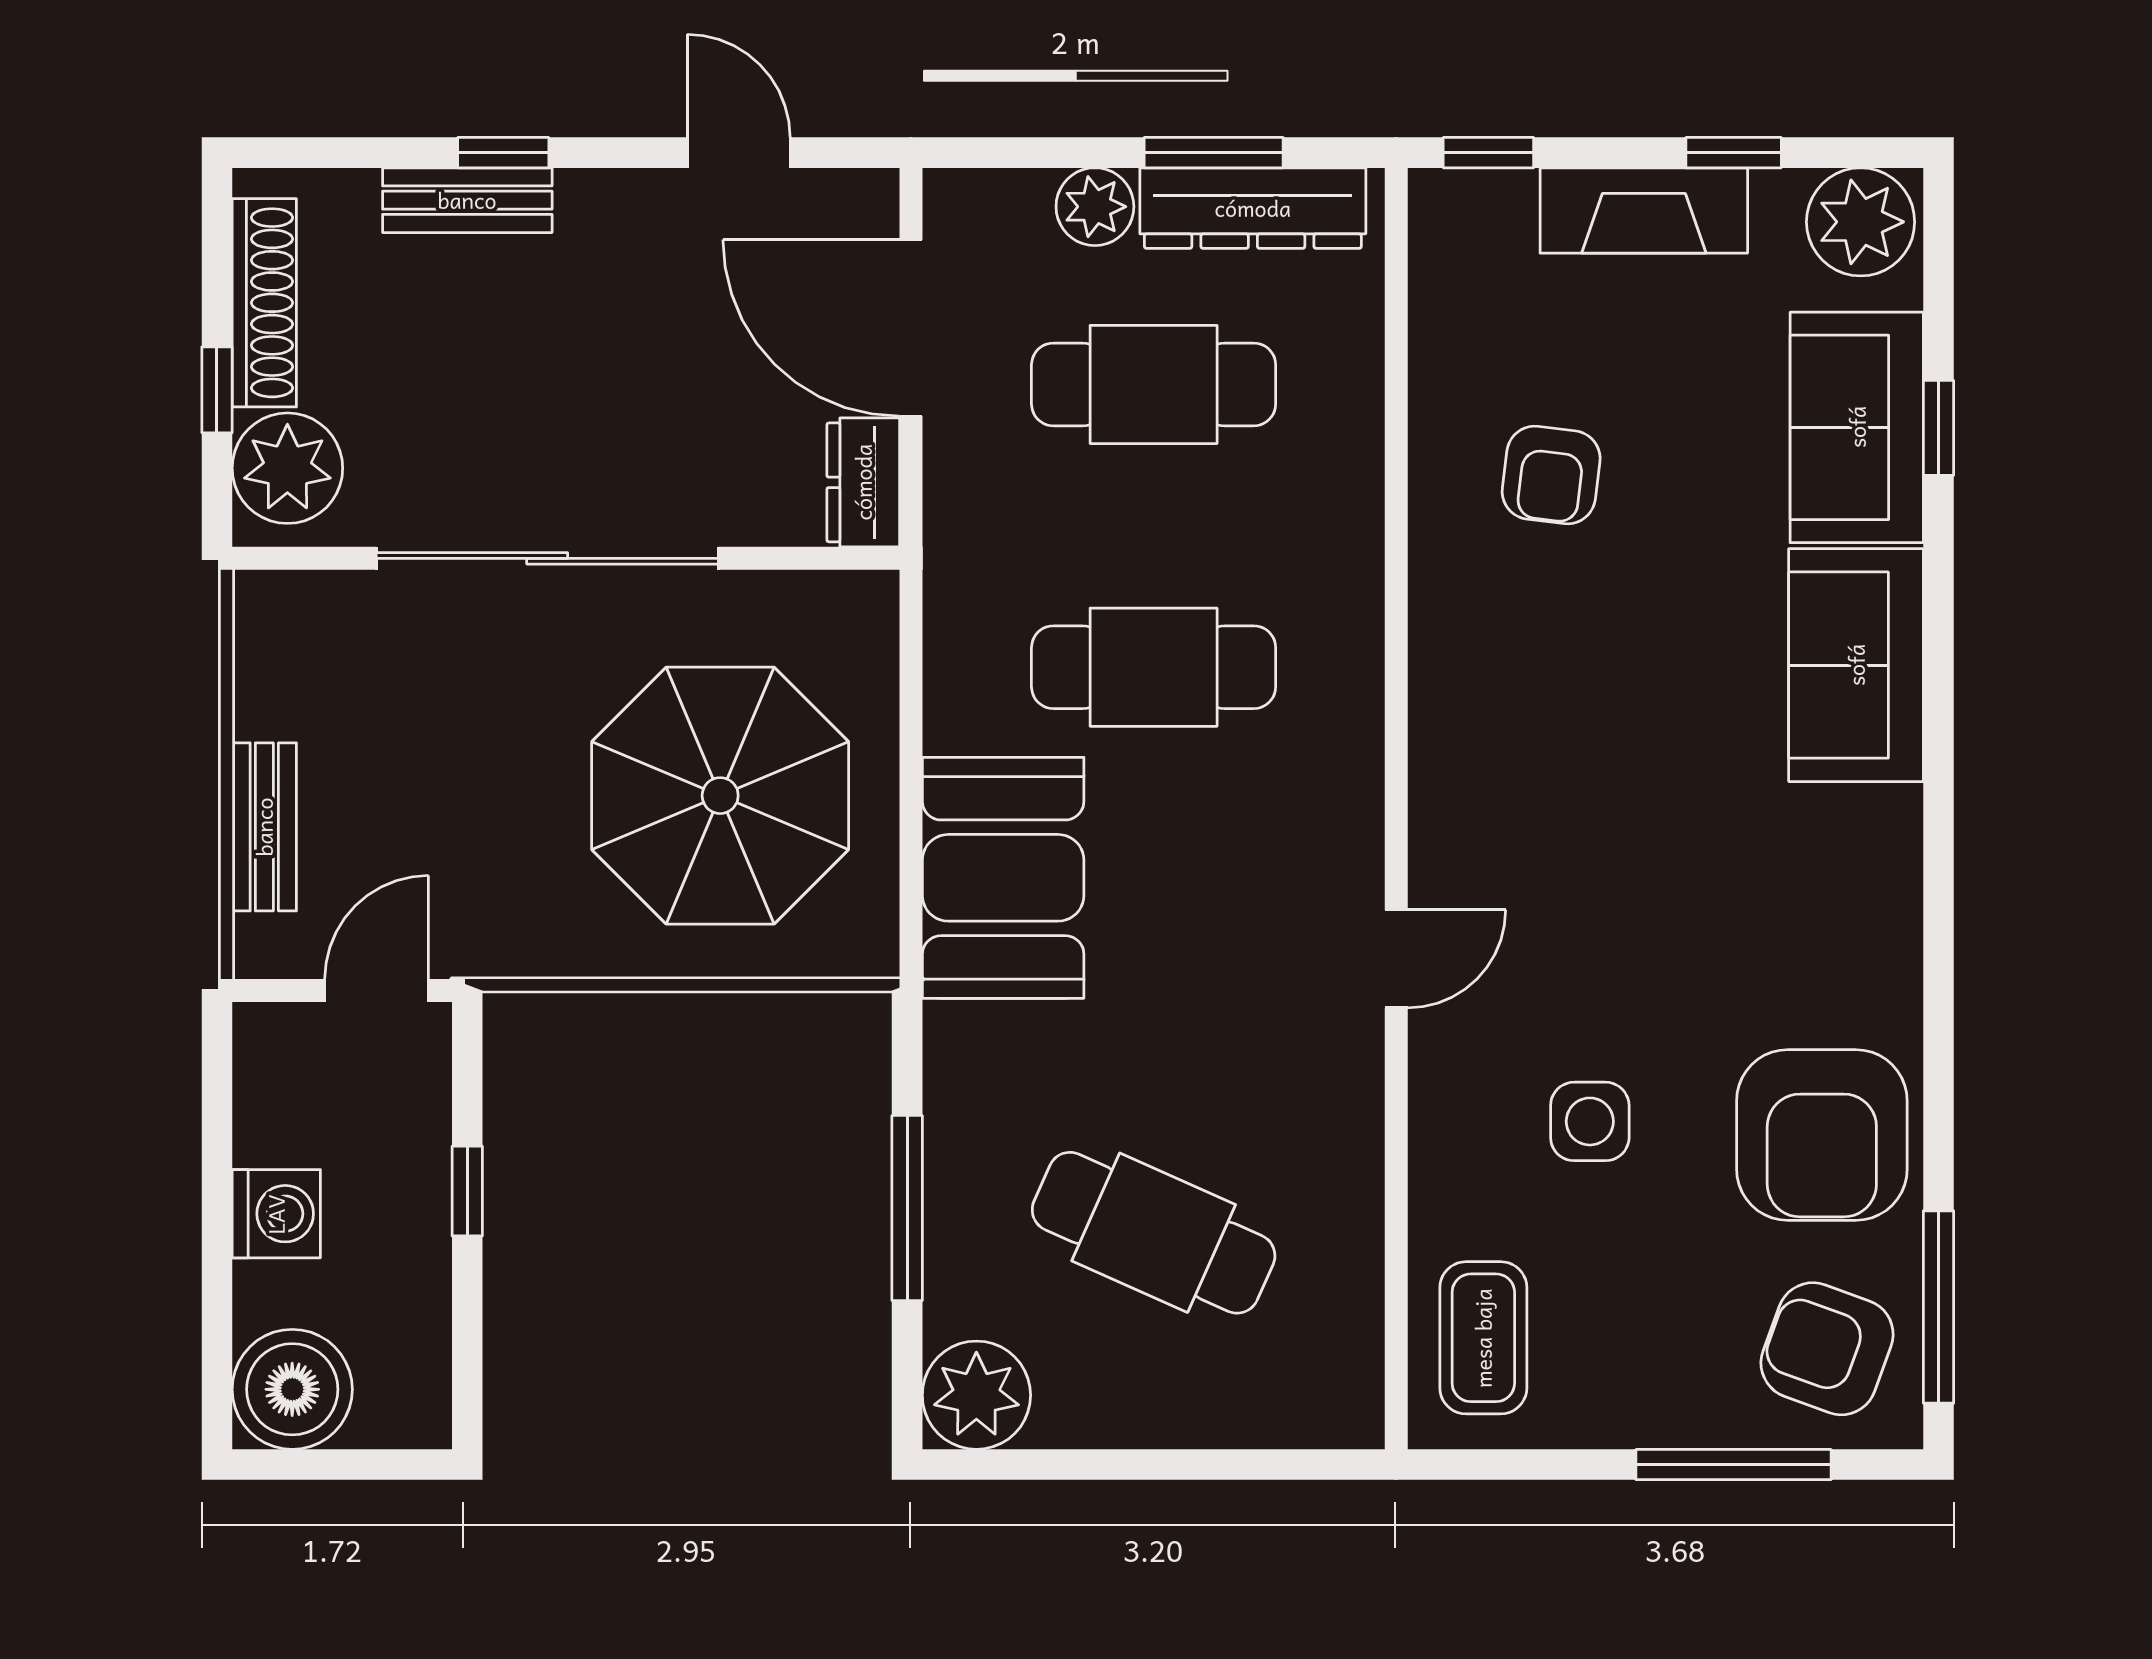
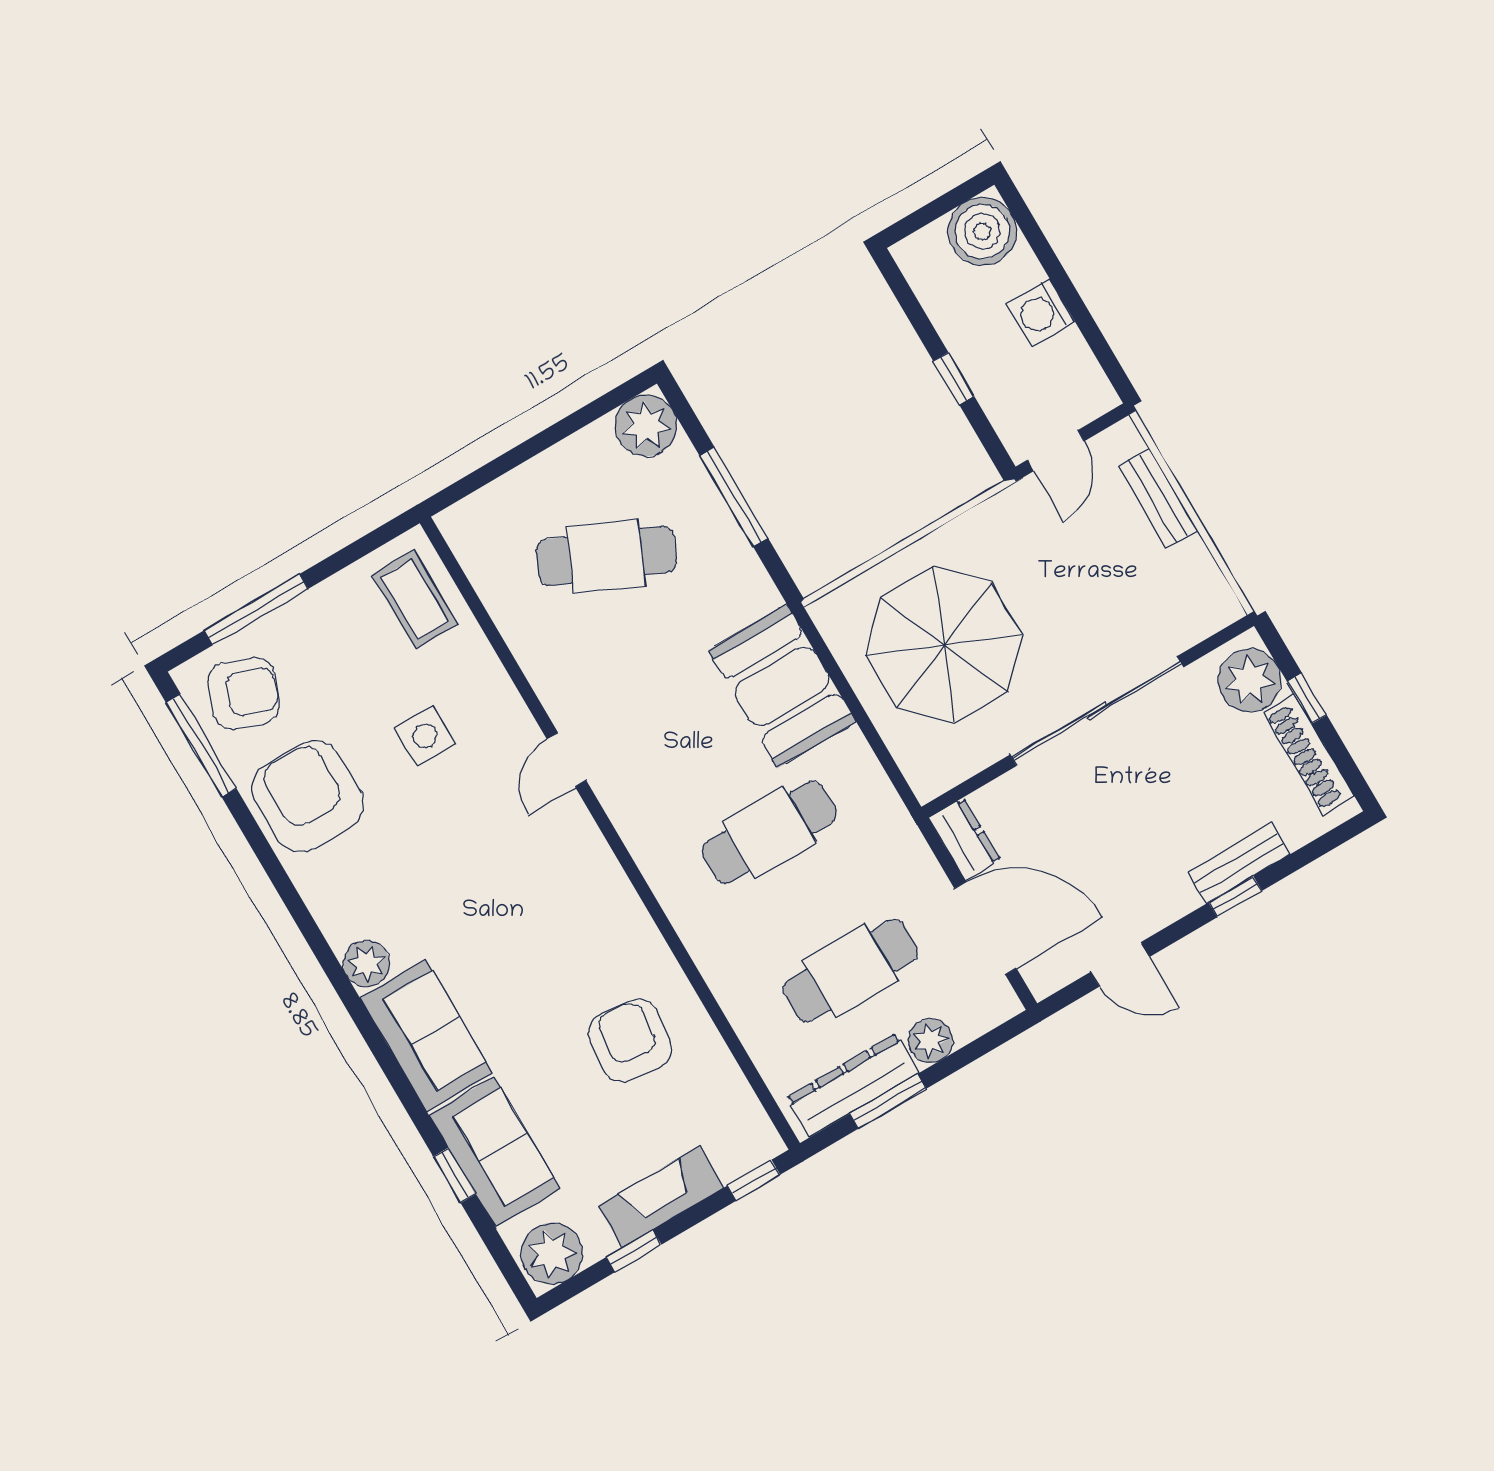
armchair: (1551, 475) -> (630, 1041), width x1.38, depth x1.38
plant: (1883, 828) -> (366, 964), added

